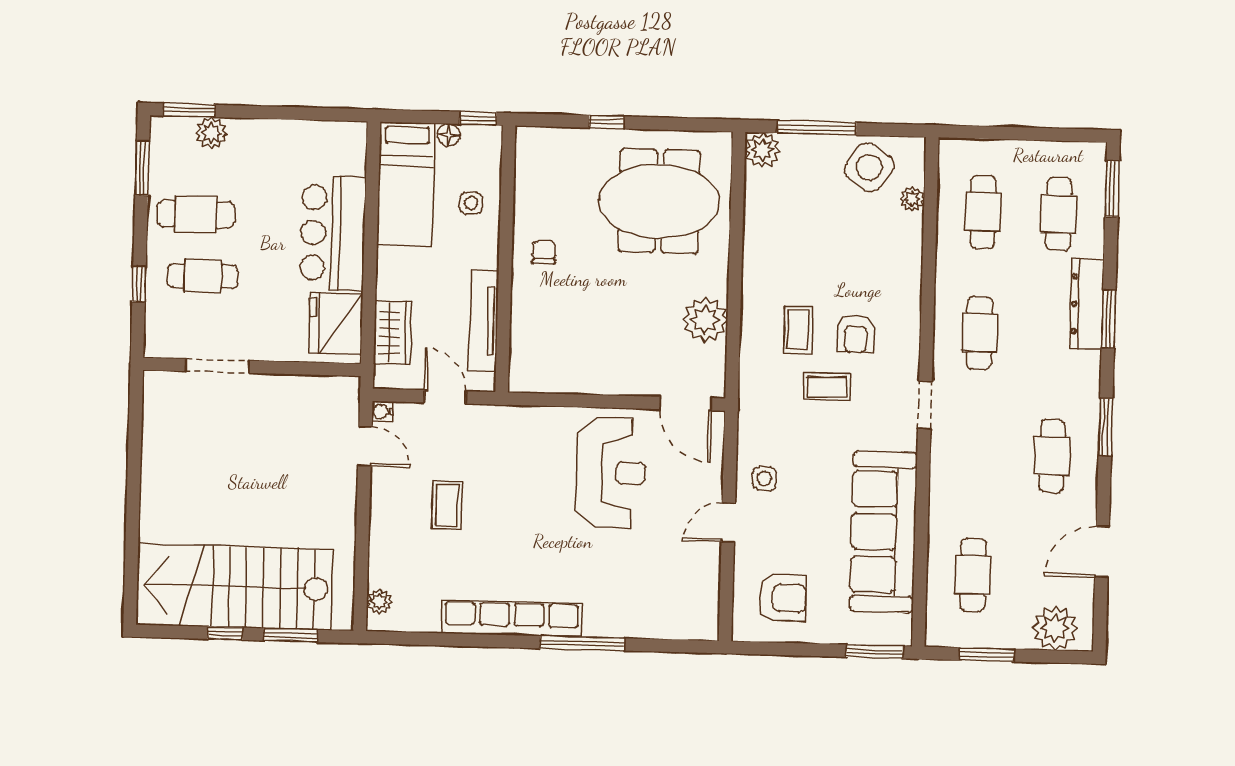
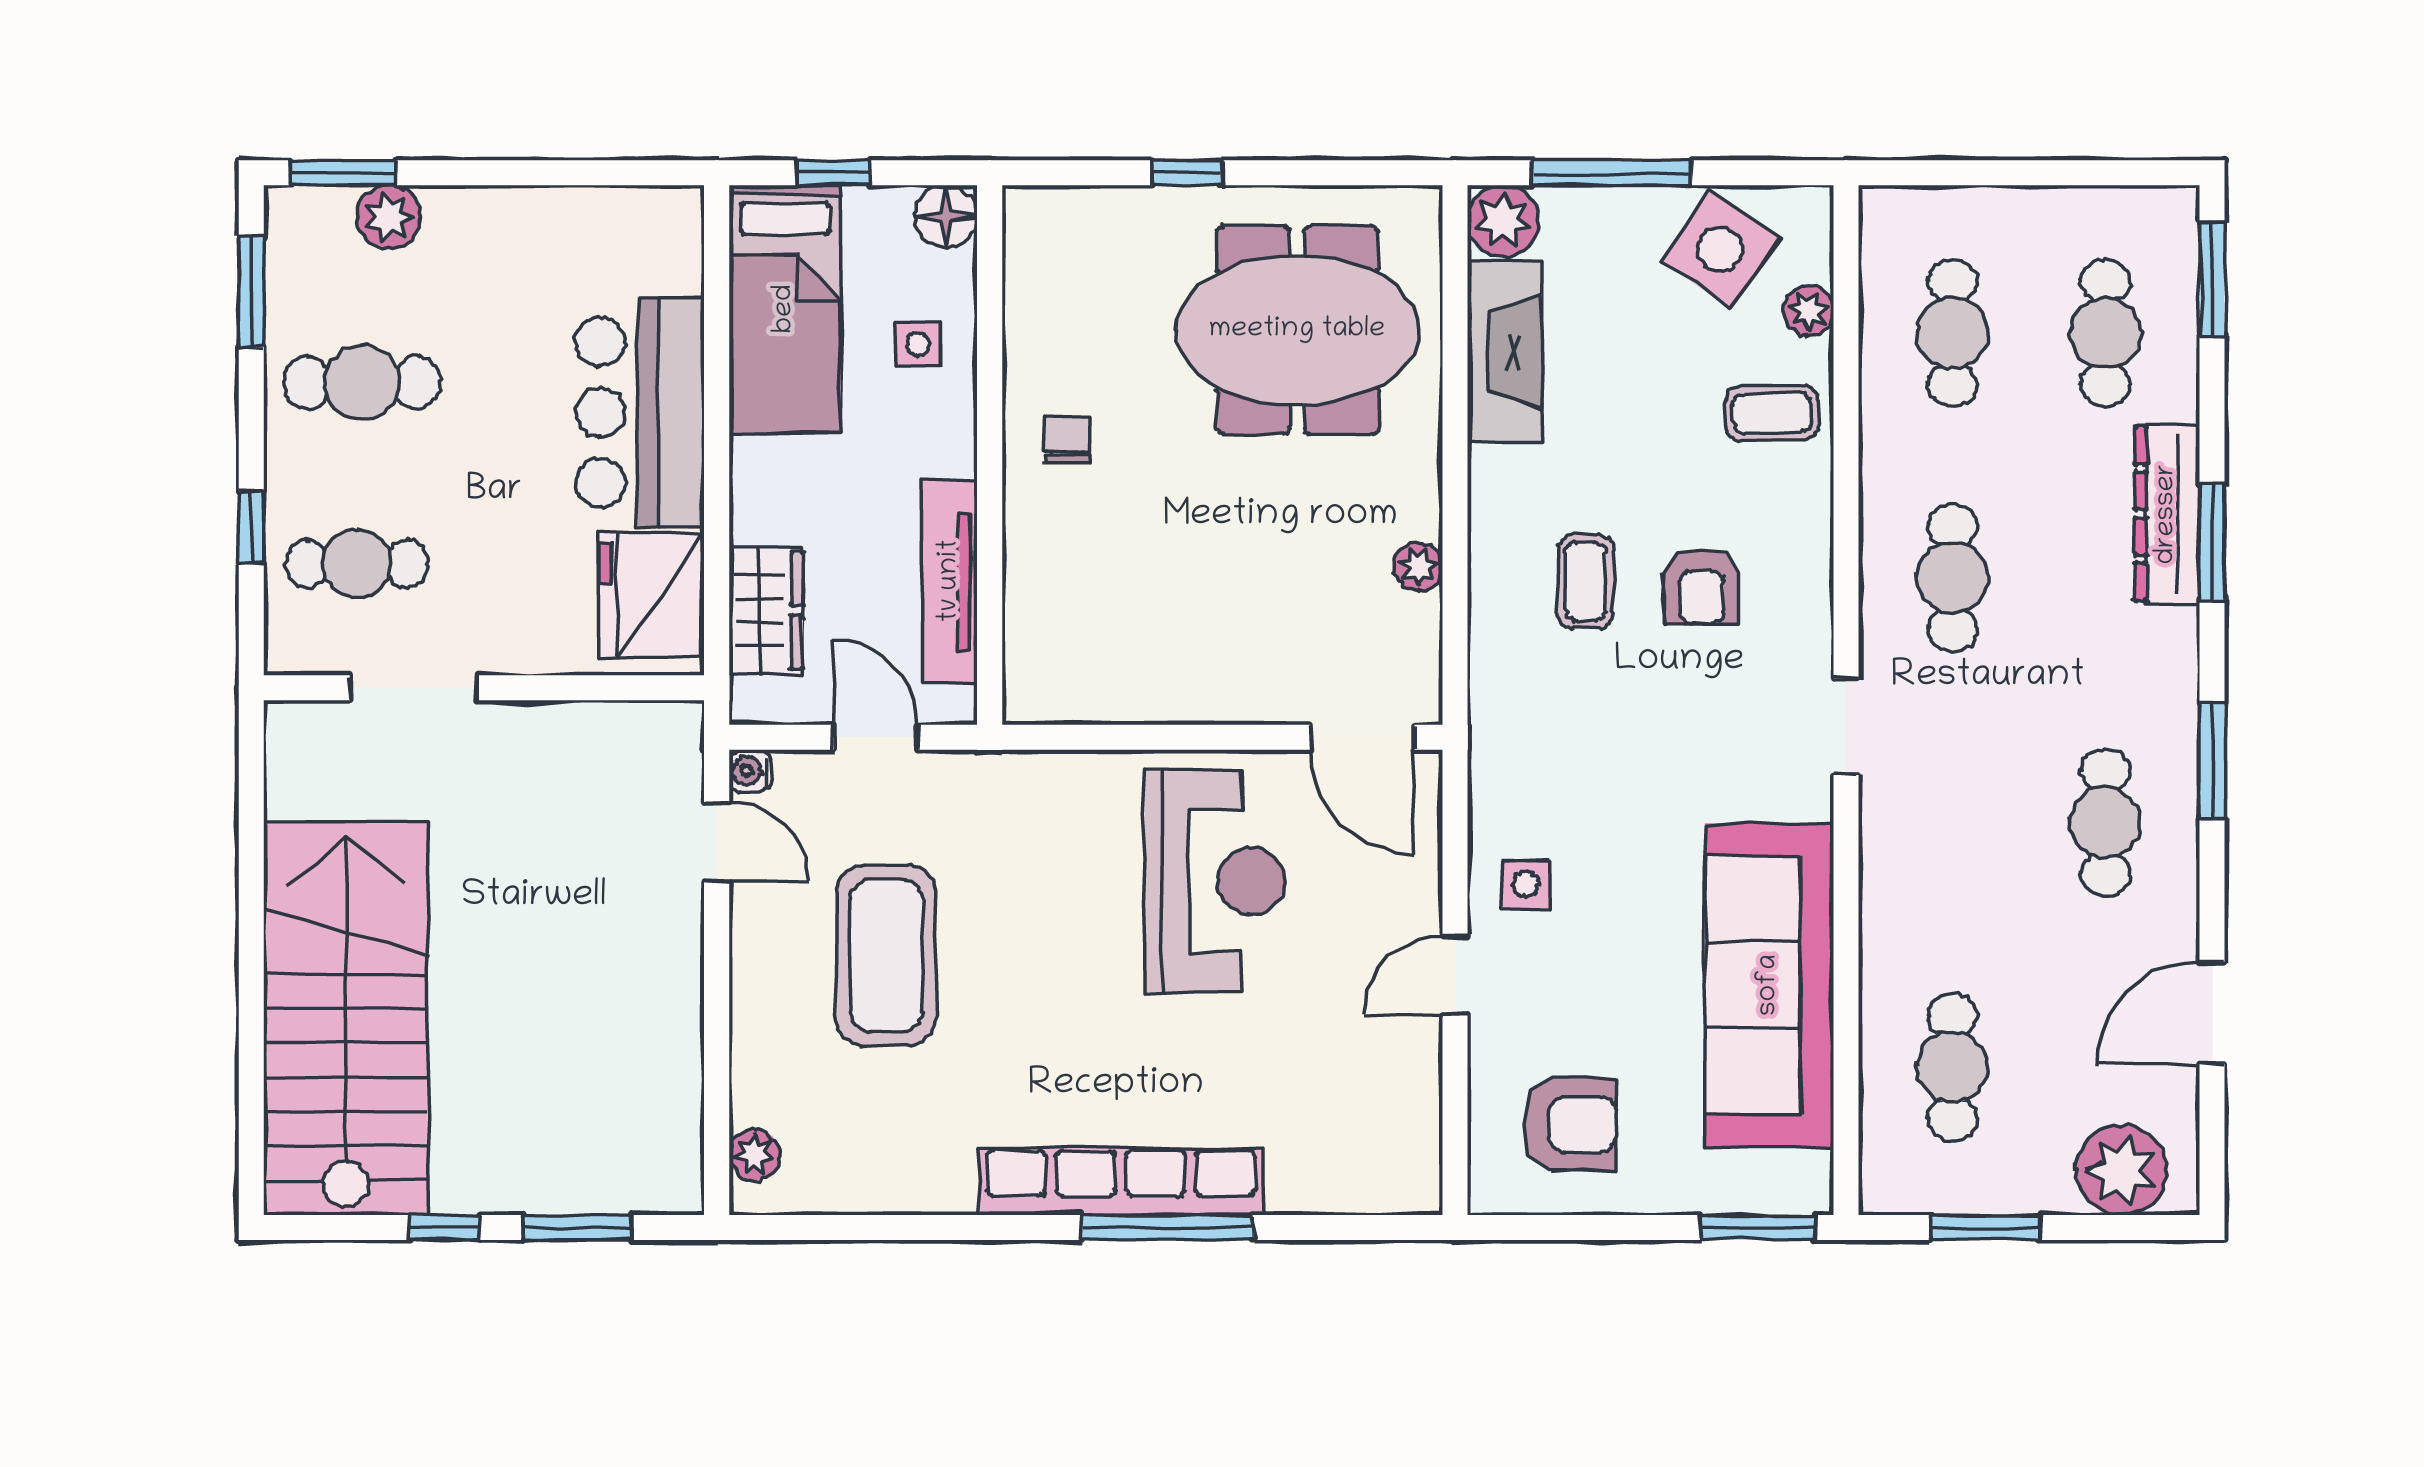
window: (478, 118) -> (833, 173), moved
floor lamp: (449, 135) -> (946, 216), moved, width x1.37, depth x1.37
fireplace: (761, 215) -> (1505, 352), added
cafe table: (203, 276) -> (357, 564), moved
plant: (705, 320) -> (1418, 567), width x0.53, depth x0.53
coffee table: (827, 387) -> (1772, 413), moved
coffee table: (447, 505) -> (886, 955), width x1.86, depth x1.72
stairs: (234, 587) -> (346, 1018), moved, turned 90
row of seats: (512, 619) -> (1121, 1181), moved

